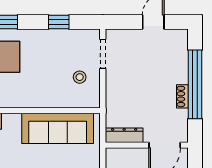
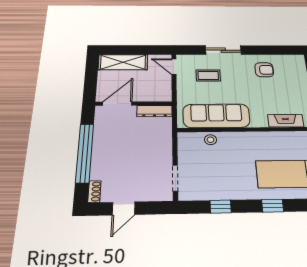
stool: (80, 77) -> (211, 140), moved
shoe rack: (182, 96) -> (94, 191), moved

